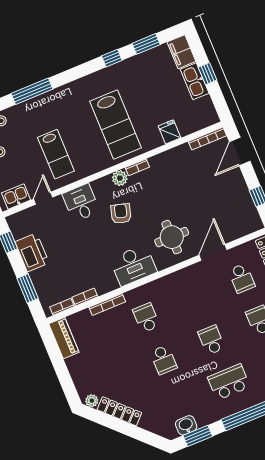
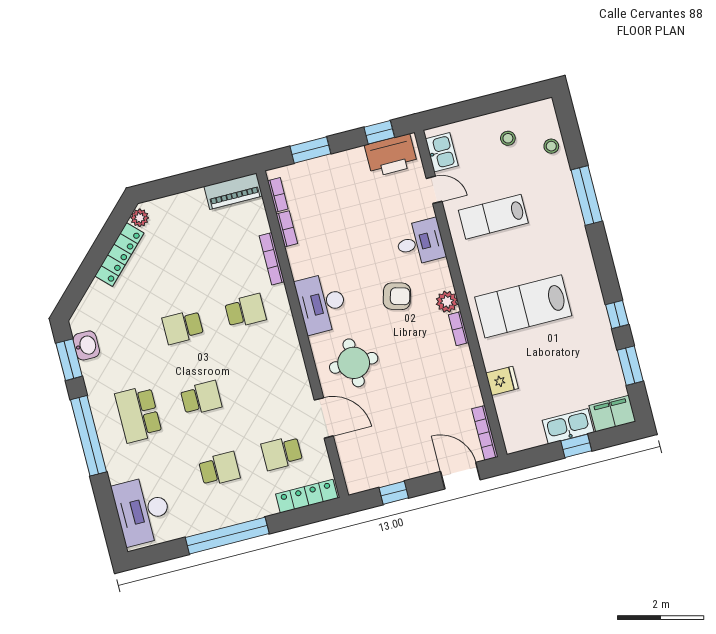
printer: (32, 252) -> (391, 155), moved
school desk: (229, 382) -> (138, 414), turned 180

